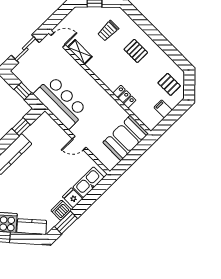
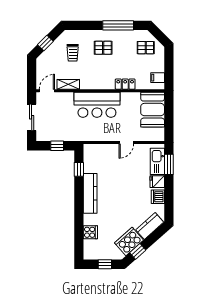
window: (165, 45) -> (118, 25), added
bar counter: (61, 102) -> (97, 105), moved, turned 180
filing cabinet: (163, 109) -> (158, 78), moved
window: (66, 222) -> (169, 164), moved

